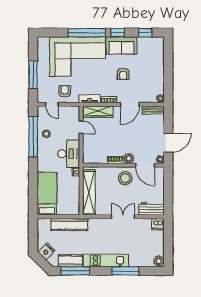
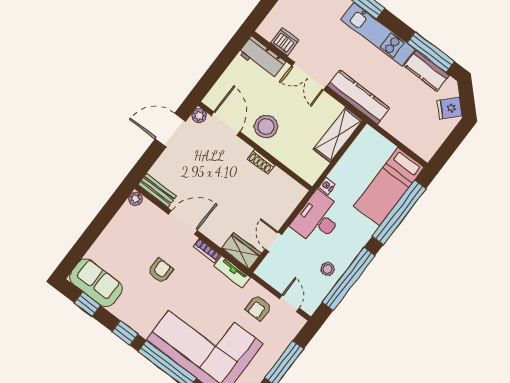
sofa: (121, 46) -> (96, 283), moved
wardrobe: (98, 112) -> (241, 251), width x0.67
plant: (129, 158) -> (240, 150), removed
window: (33, 185) -> (399, 212), added
shelving: (89, 192) -> (338, 135), width x0.68
kitchen counter: (69, 224) -> (358, 97), moved
dishwasher: (158, 224) -> (285, 42), moved

